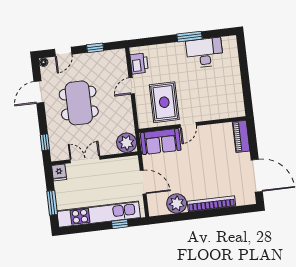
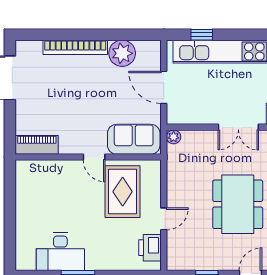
door: (188, 125) -> (94, 157), swing flipped
piano: (241, 136) -> (37, 145), moved, turned -90
plant: (127, 143) -> (174, 137), width x0.53, depth x0.53

